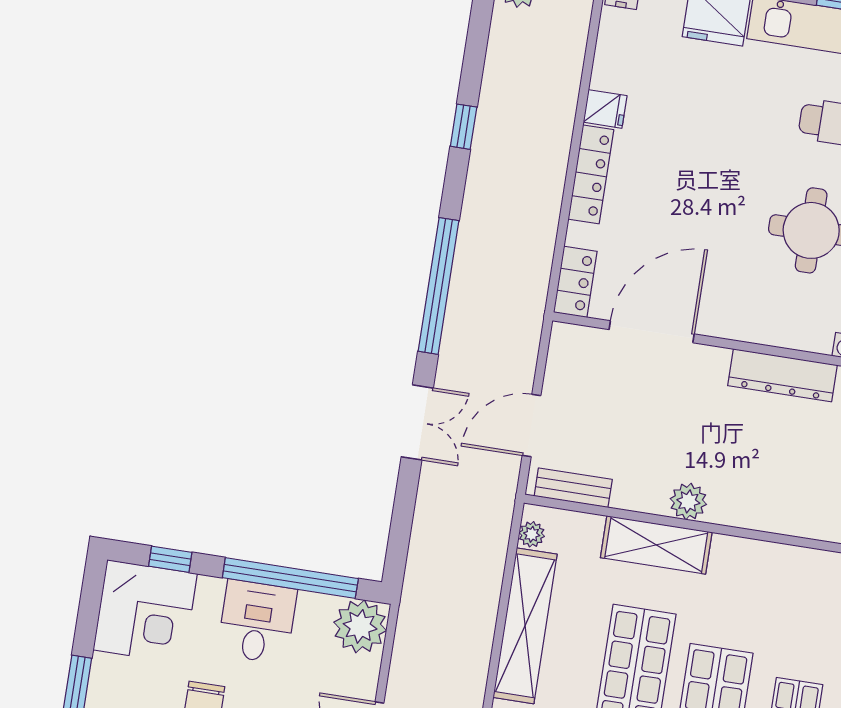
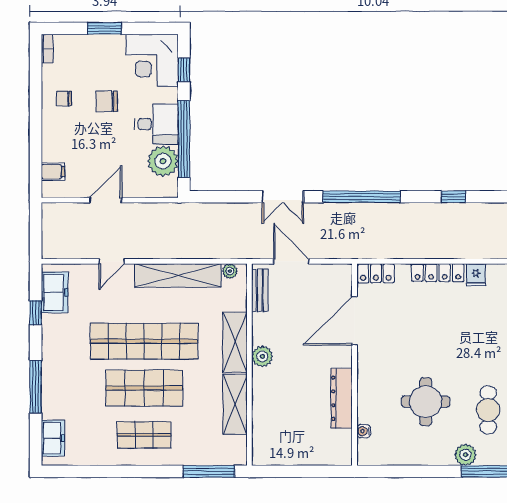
door: (652, 332) -> (355, 321), swing flipped
shelving: (764, 562) -> (235, 404), added
plant: (360, 626) -> (163, 161), moved

